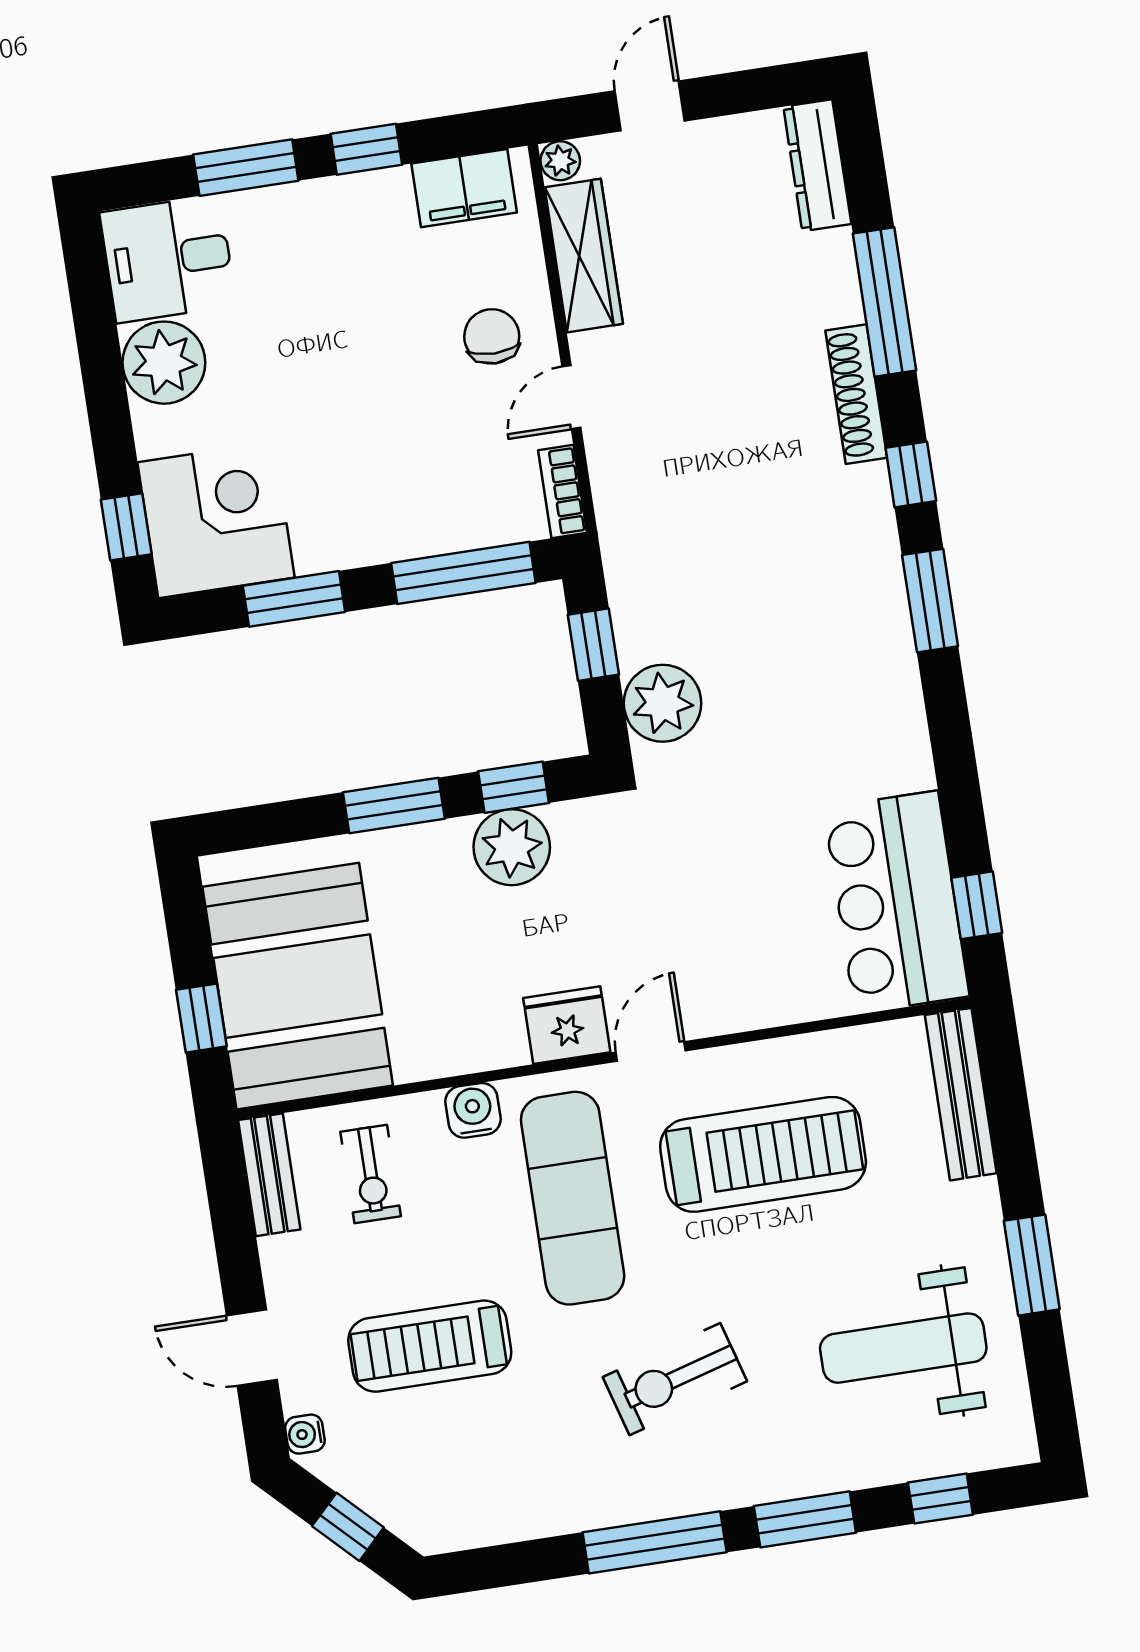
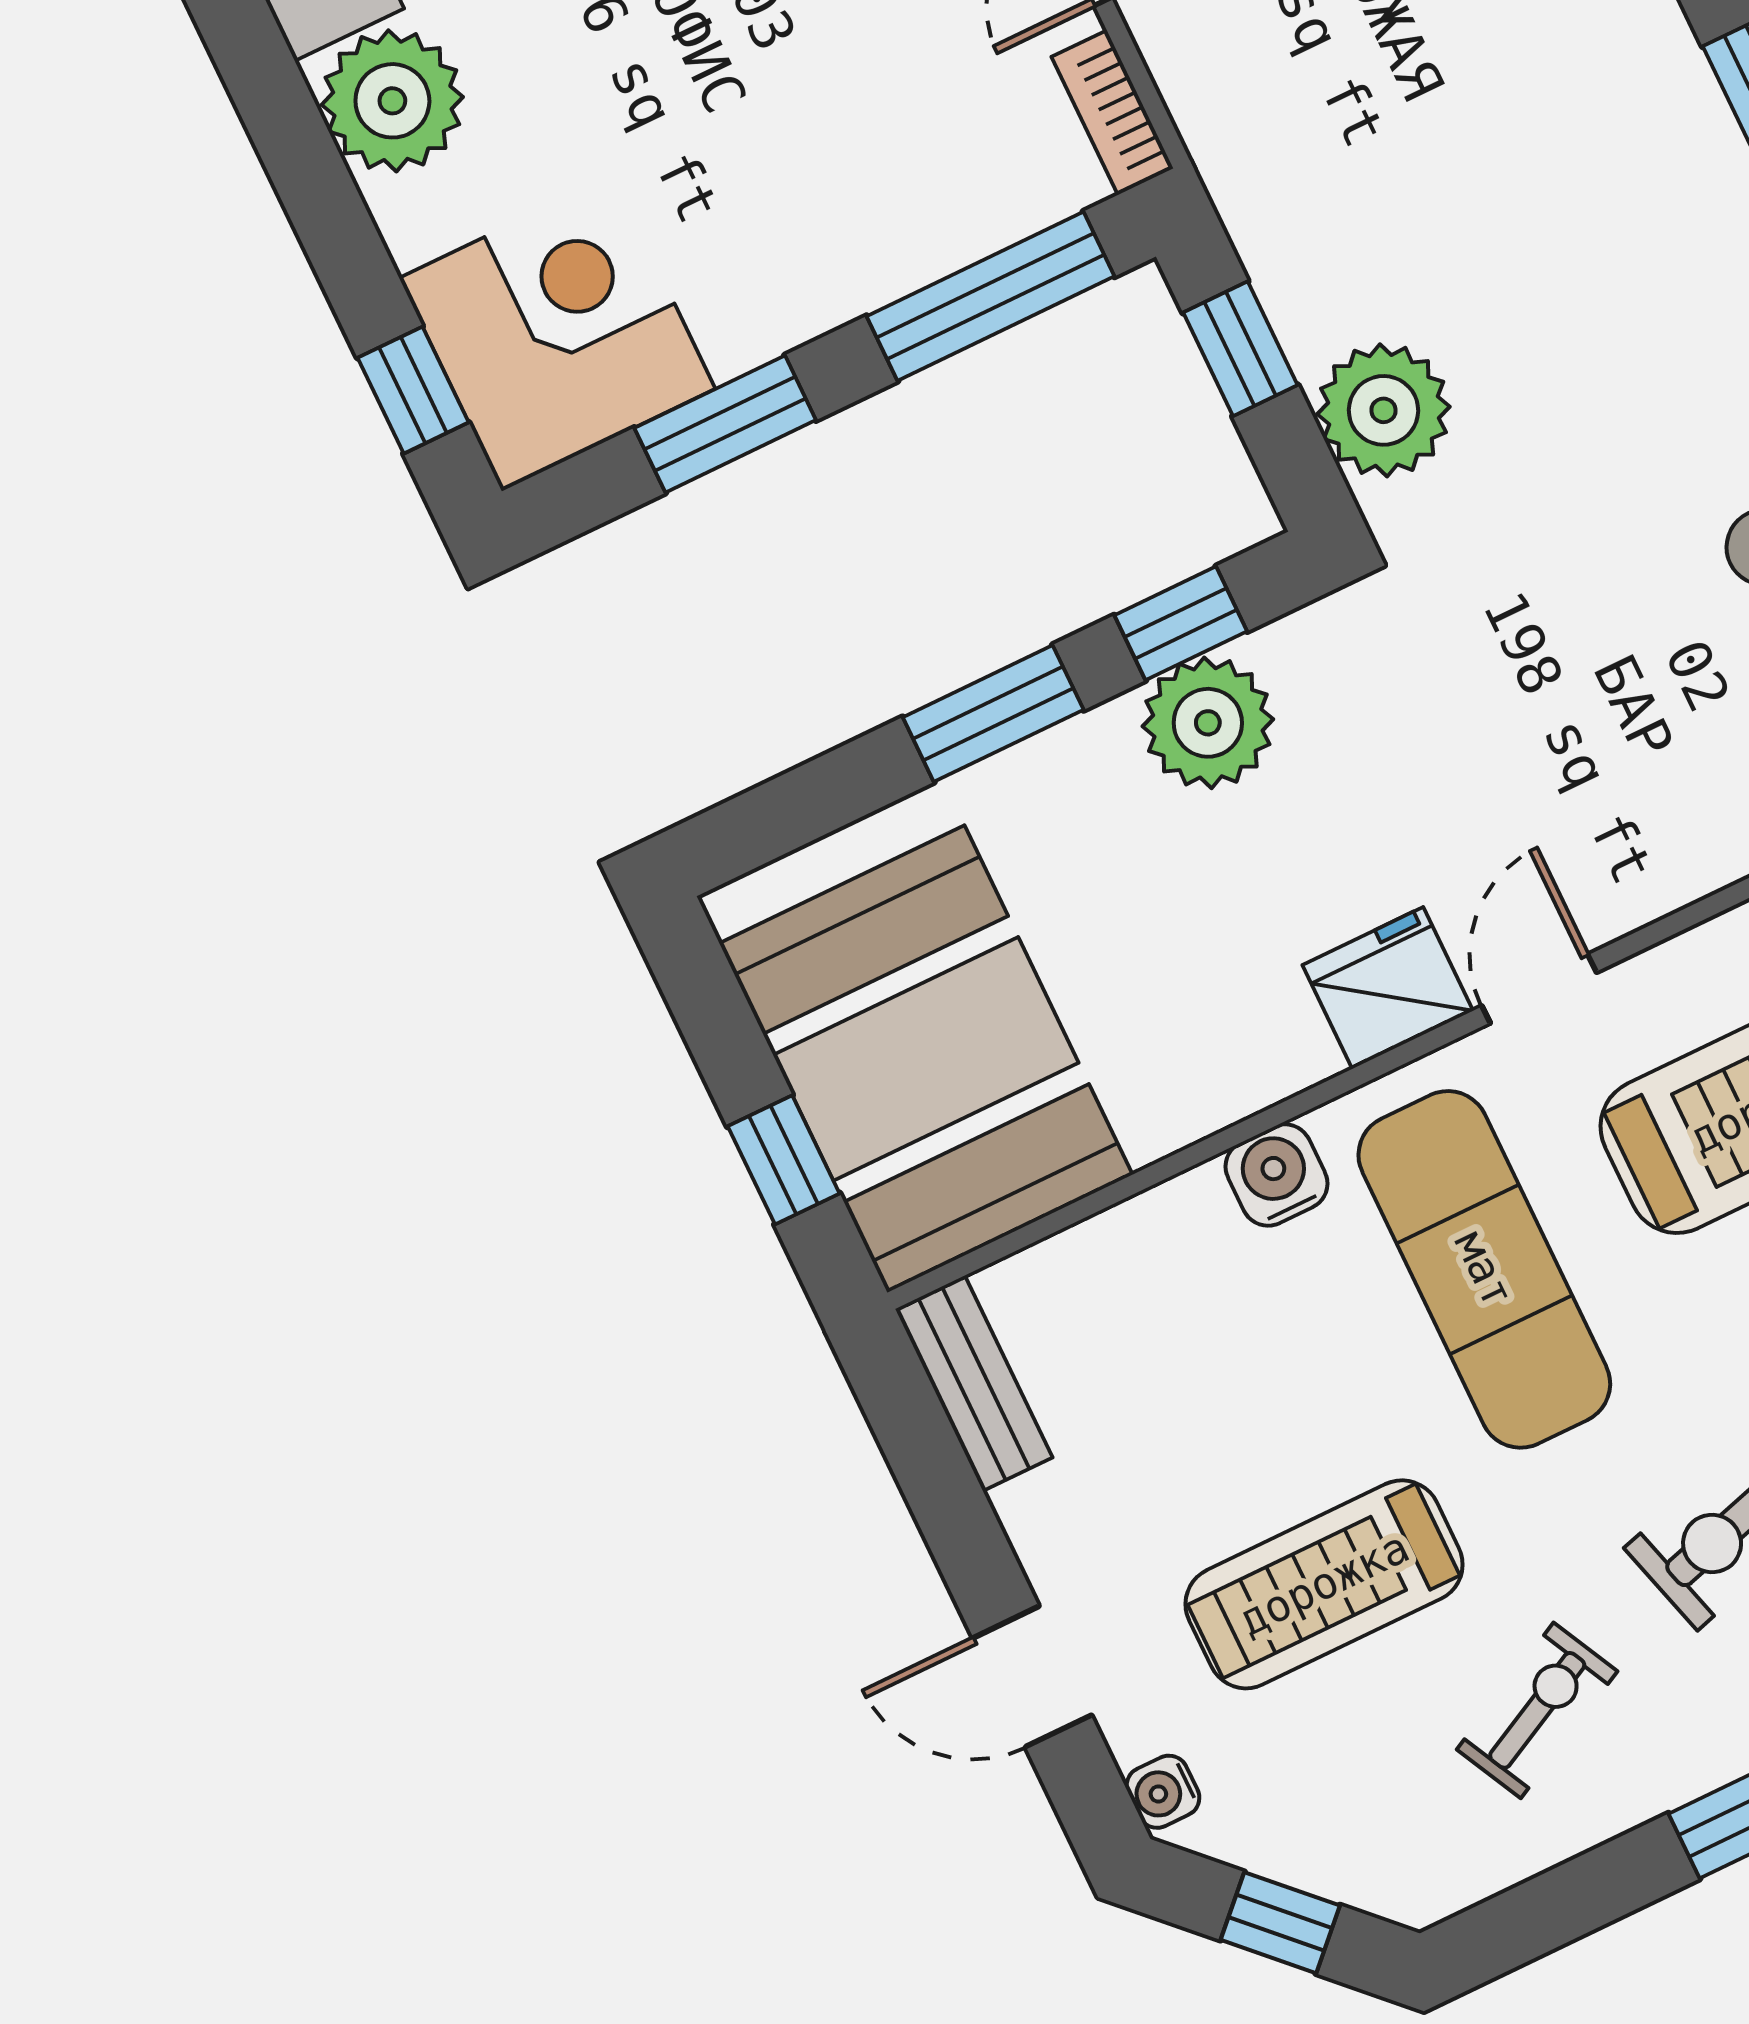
exercise bike: (371, 1174) -> (1537, 1710), moved, turned -117

